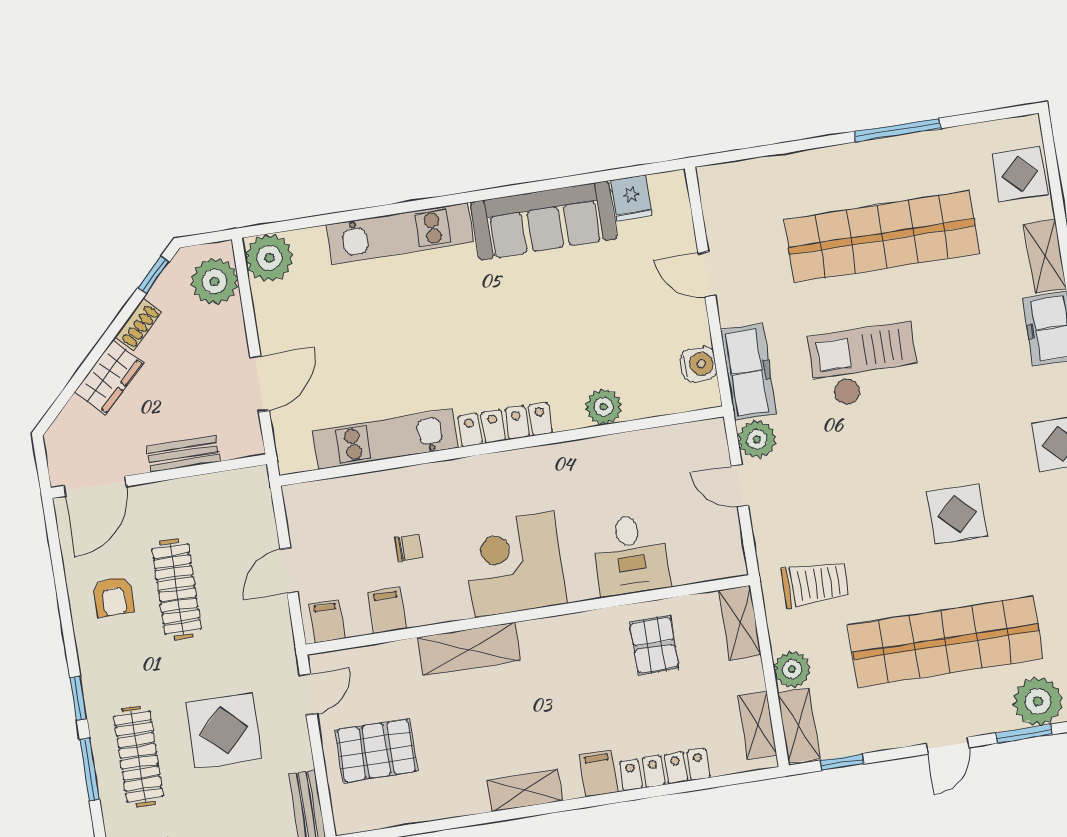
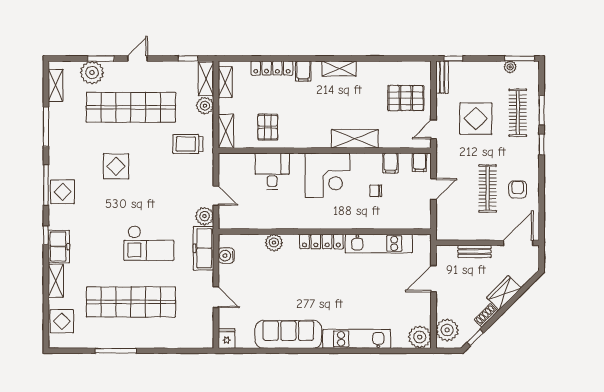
fridge: (631, 198) -> (227, 338), moved

